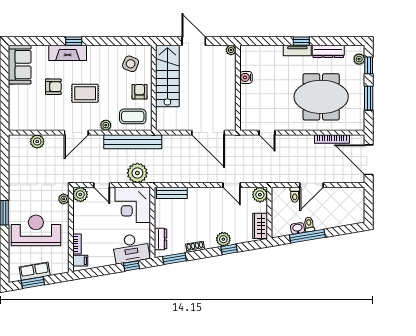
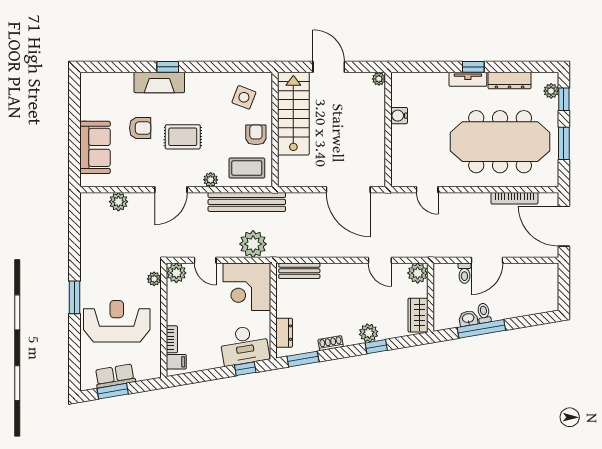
sofa: (20, 65) -> (95, 147), moved
meeting table: (321, 97) -> (500, 142), width x1.36

